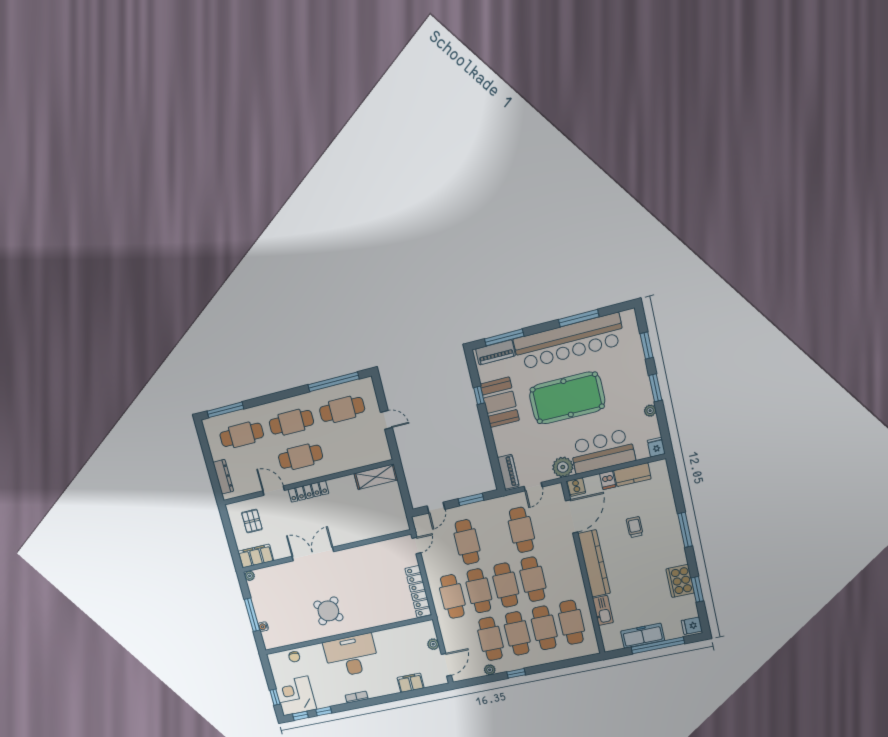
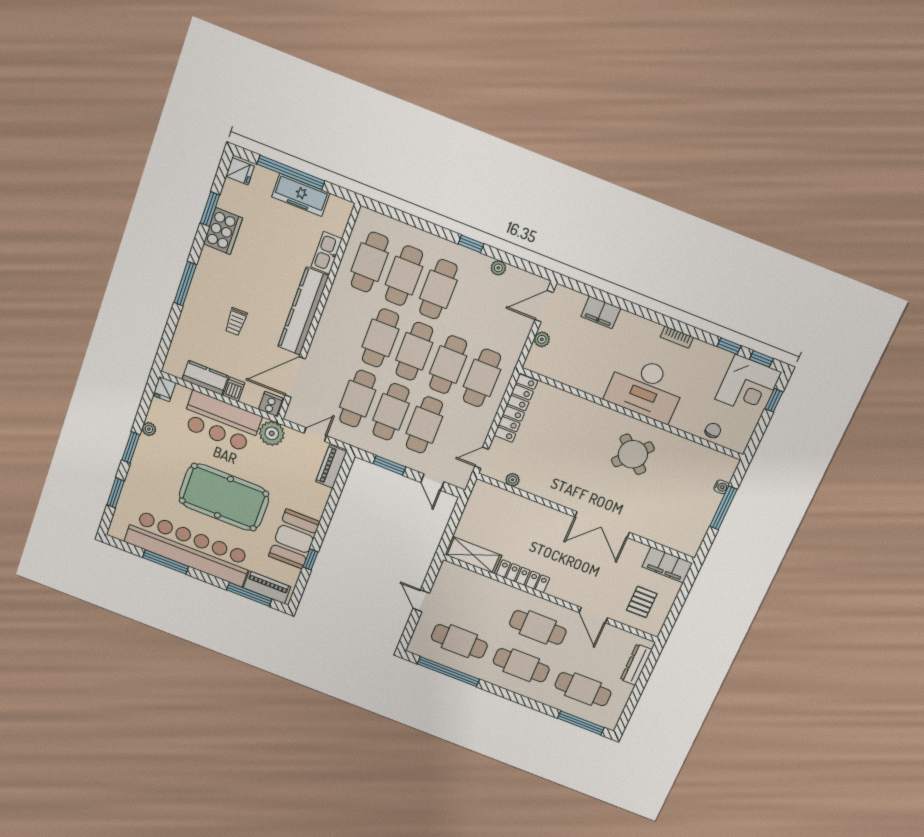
locker: (308, 491) -> (523, 576), moved
door: (436, 508) -> (432, 482), swing flipped
plant: (250, 576) -> (513, 480), moved
cafe table: (491, 639) -> (391, 412), moved

